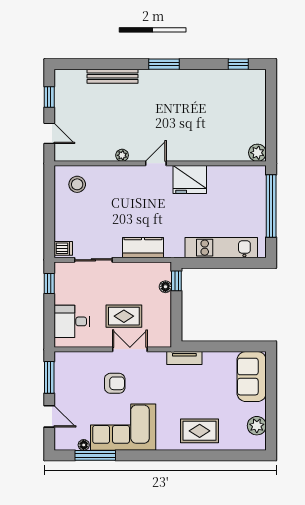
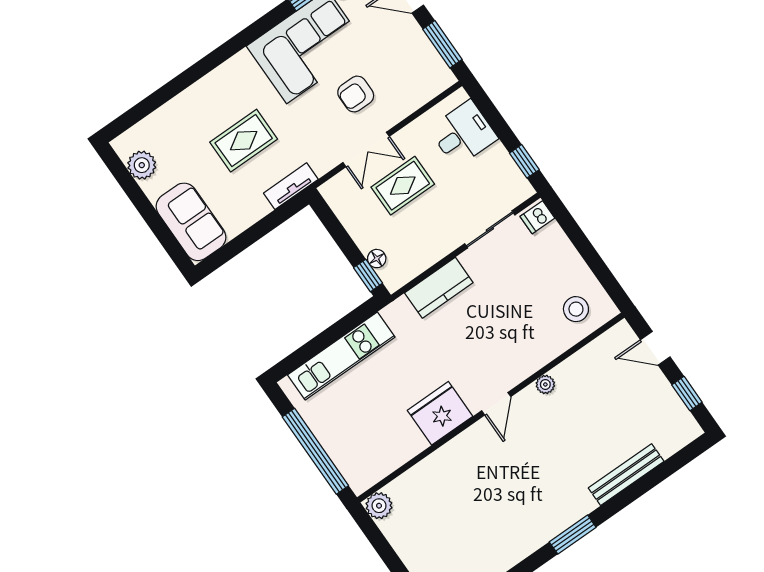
rug: (200, 431) -> (244, 141), moved

